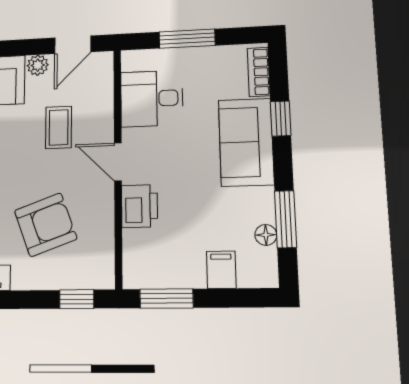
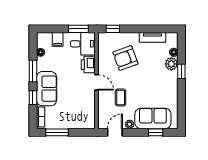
window: (187, 39) -> (57, 132), moved
desk: (152, 99) -> (83, 44), moved
window: (286, 219) -> (33, 71), moved

